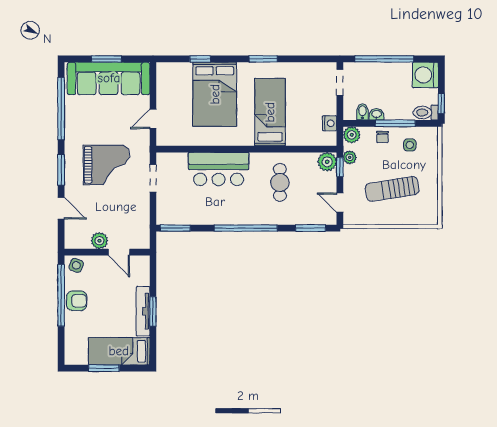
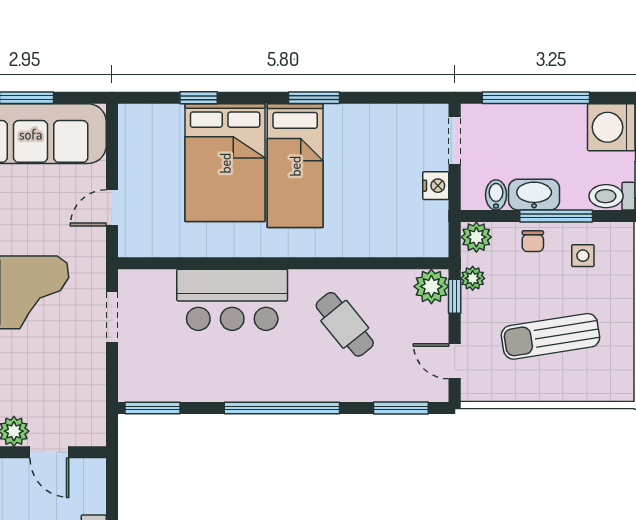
bed: (270, 112) -> (295, 166), moved, turned 180
washbasin: (377, 114) -> (534, 195), width x1.91, depth x1.45
nightstand: (330, 123) -> (436, 186), moved
cafe table: (280, 182) -> (345, 324), turned -39

